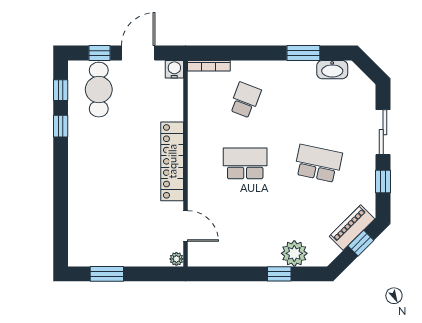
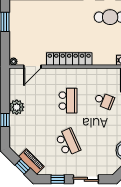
school desk: (318, 163) -> (68, 142), turned -36
plant: (294, 253) -> (17, 107), moved

